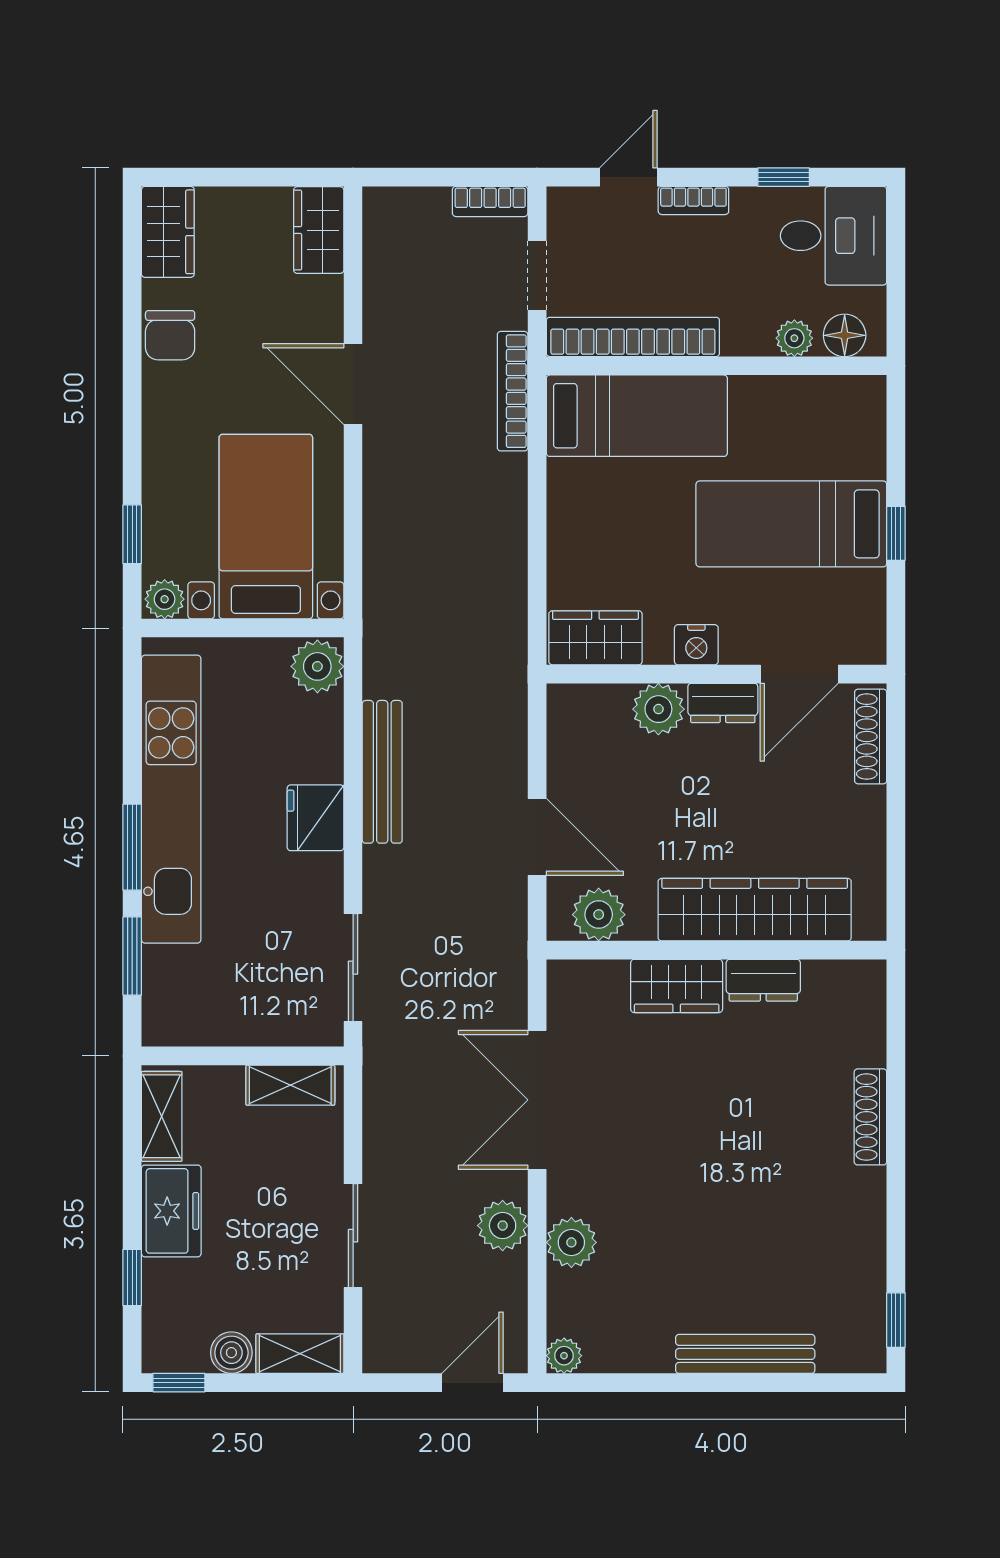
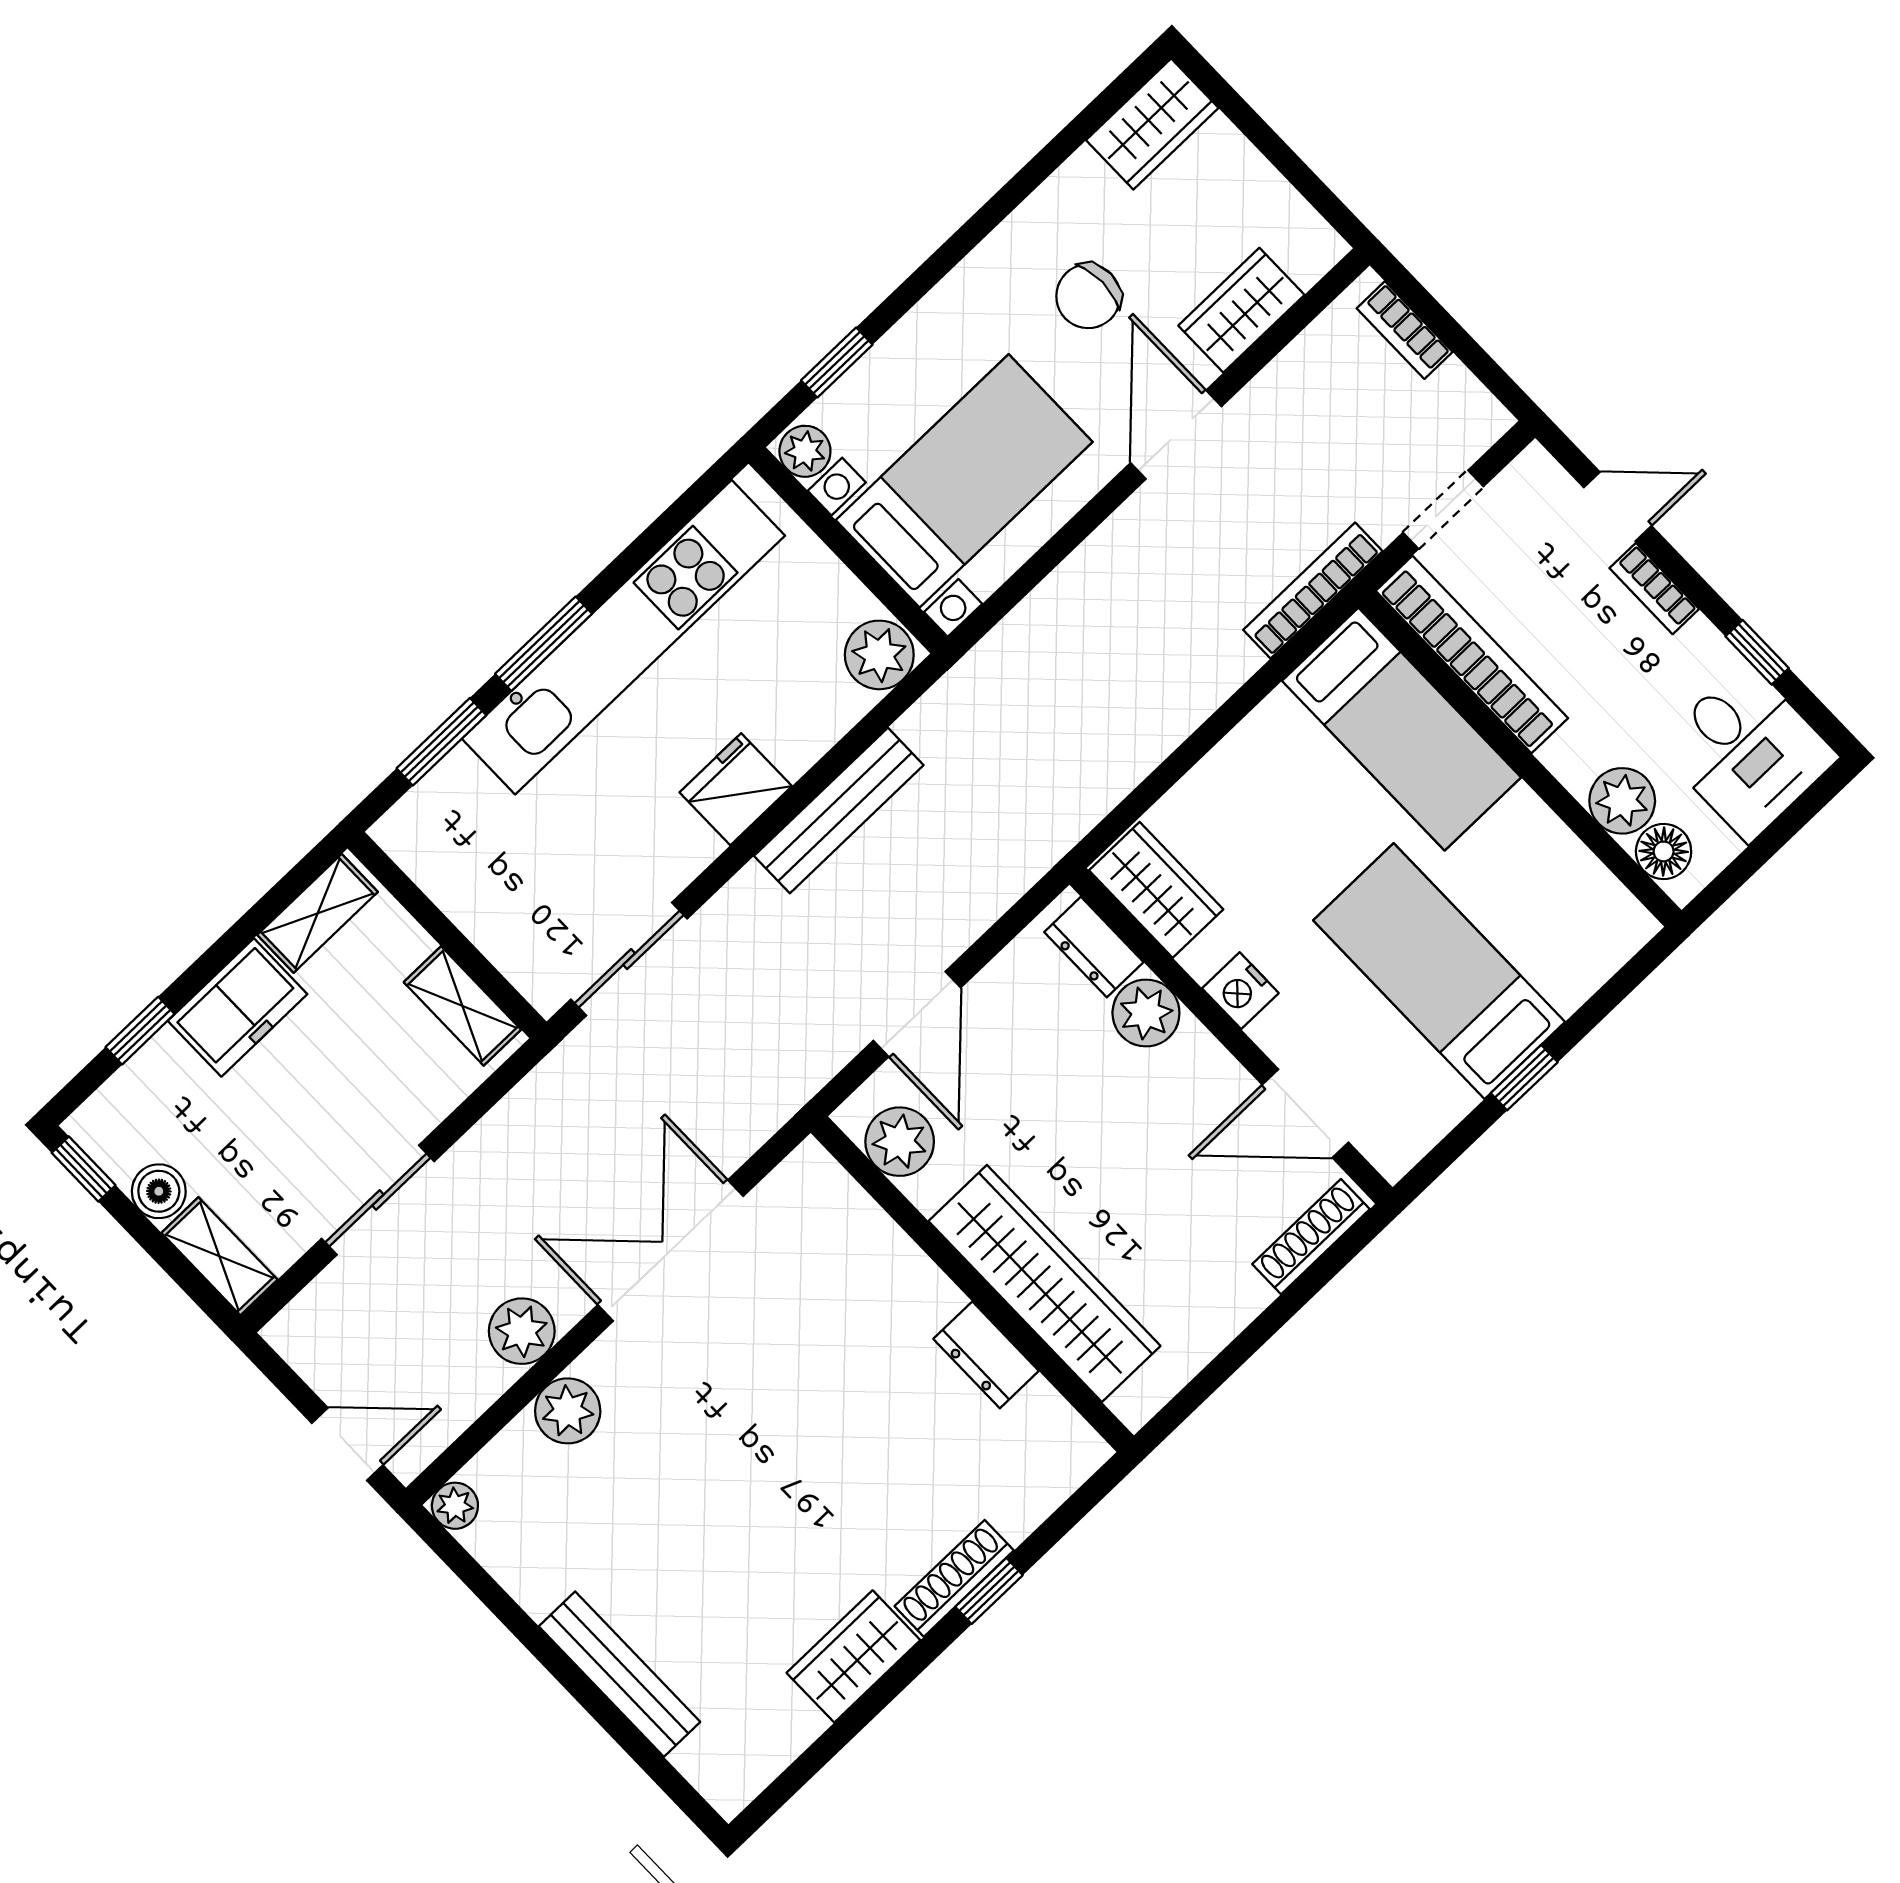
bookcase: (490, 201) -> (1405, 330), moved
wardrobe: (319, 230) -> (1241, 310), moved
chair: (170, 335) -> (1088, 296), moved
plant: (794, 338) -> (1622, 801), width x1.38, depth x1.38
dresser: (723, 703) -> (1094, 947), moved
wardrobe: (677, 986) -> (853, 1656), moved, turned 90
window: (896, 1320) -> (989, 1591), moved

